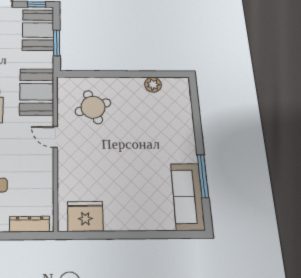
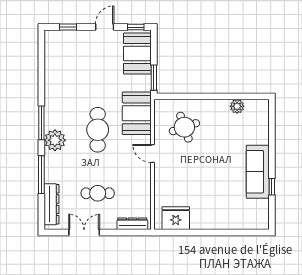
window: (57, 43) -> (154, 78), moved
window: (203, 176) -> (272, 187), width x0.46
sofa: (188, 196) -> (258, 172), moved

